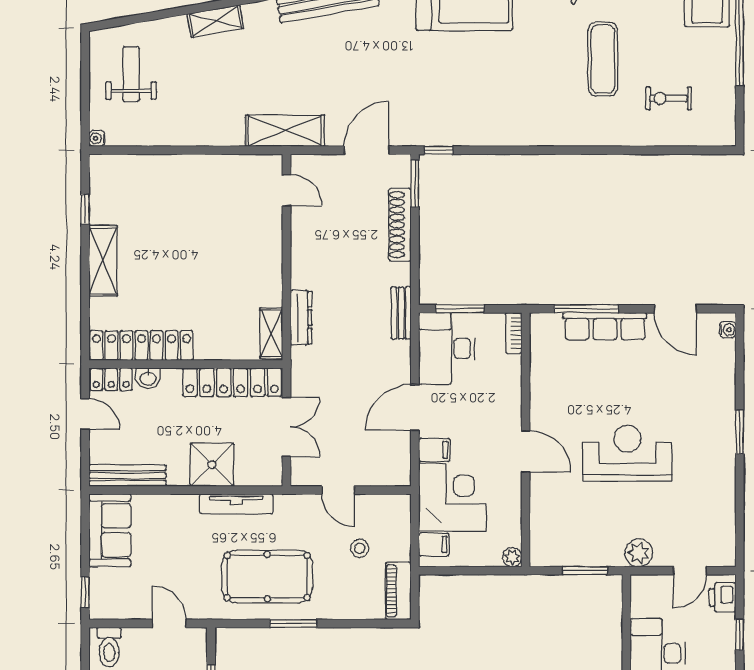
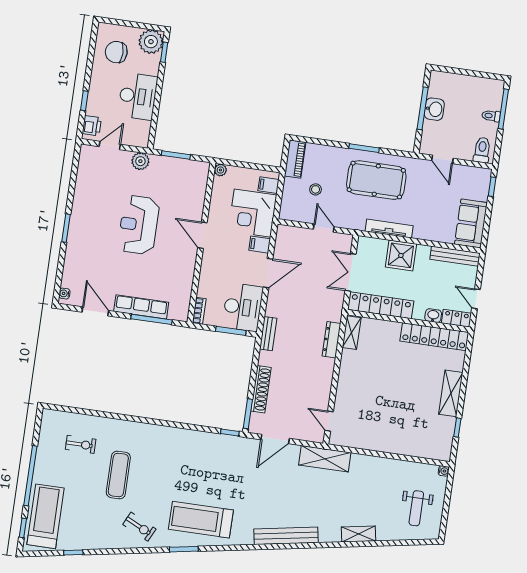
reception desk: (627, 453) -> (139, 225), turned 90

